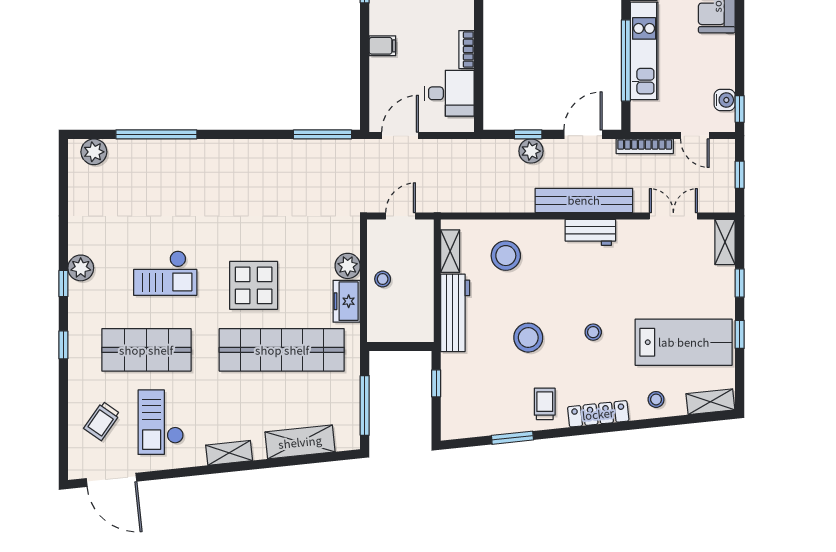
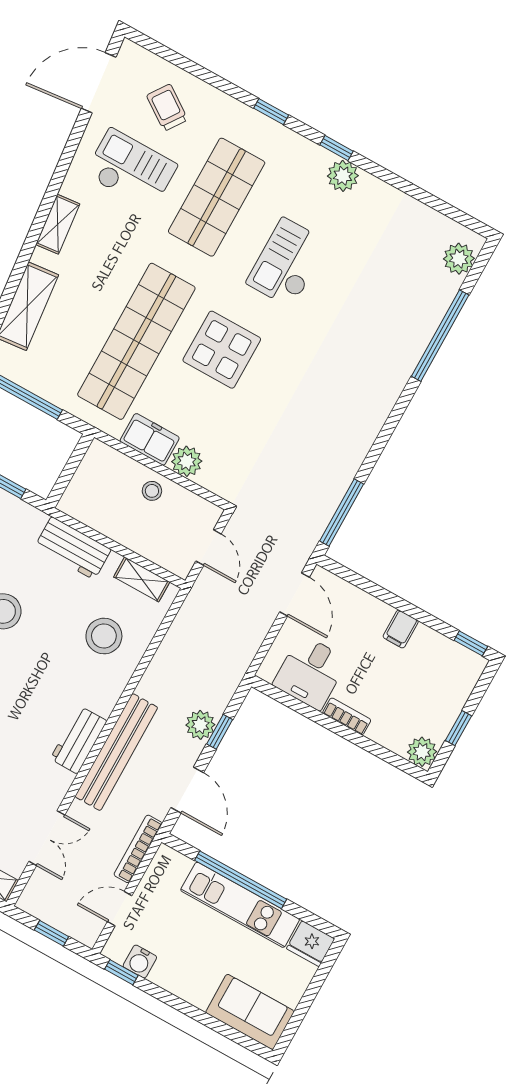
workbench: (455, 313) -> (73, 548), width x0.73

